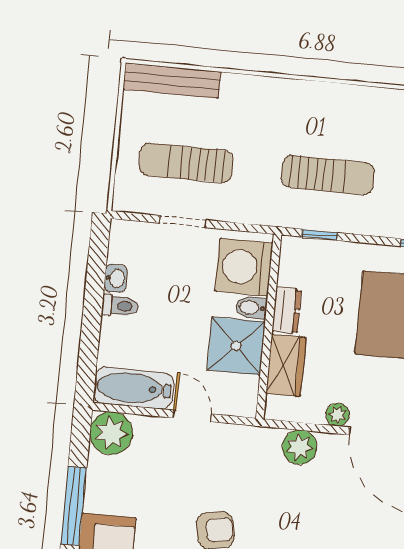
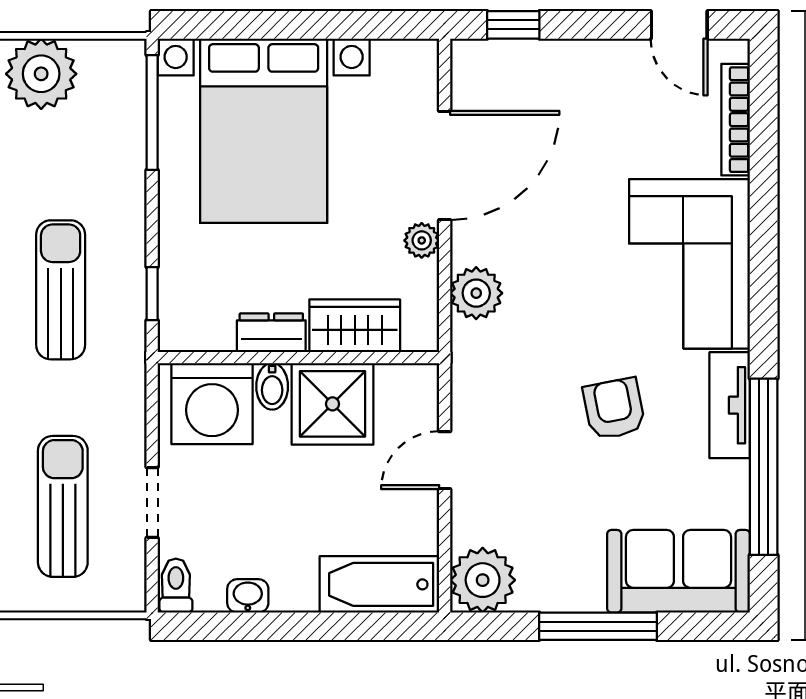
sun lounger: (186, 163) -> (63, 506), turned 180
toilet: (120, 306) -> (176, 586), moved
bathtub: (134, 388) -> (379, 584), moved, turned 90

